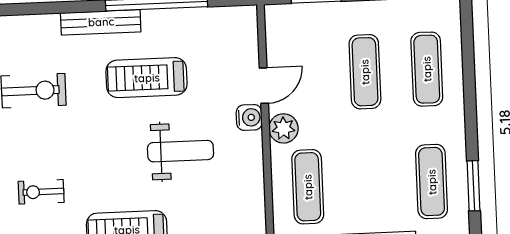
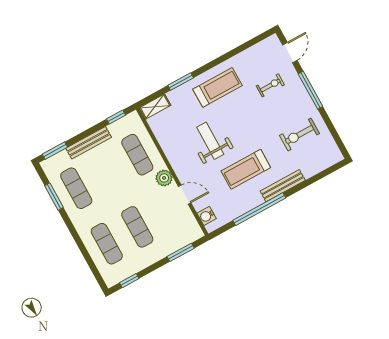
treadmill: (147, 78) -> (246, 169), turned 180
door: (264, 86) -> (185, 195), swing flipped
water cooler: (249, 117) -> (207, 216), moved
weight bench: (181, 151) -> (210, 141), turned 90

